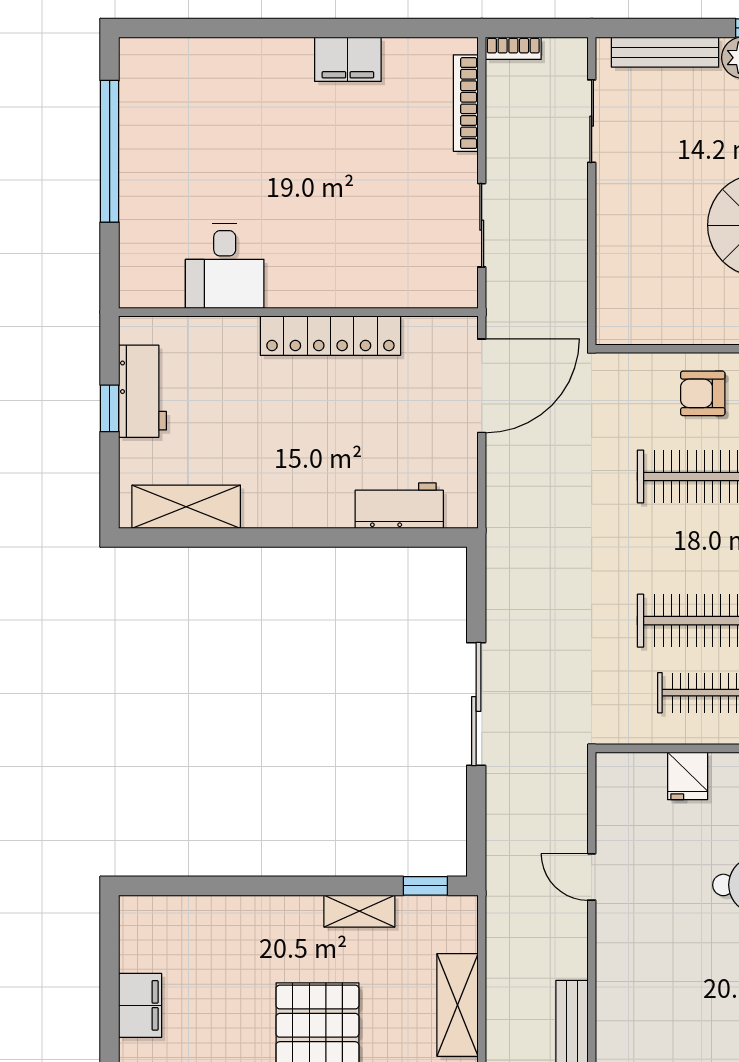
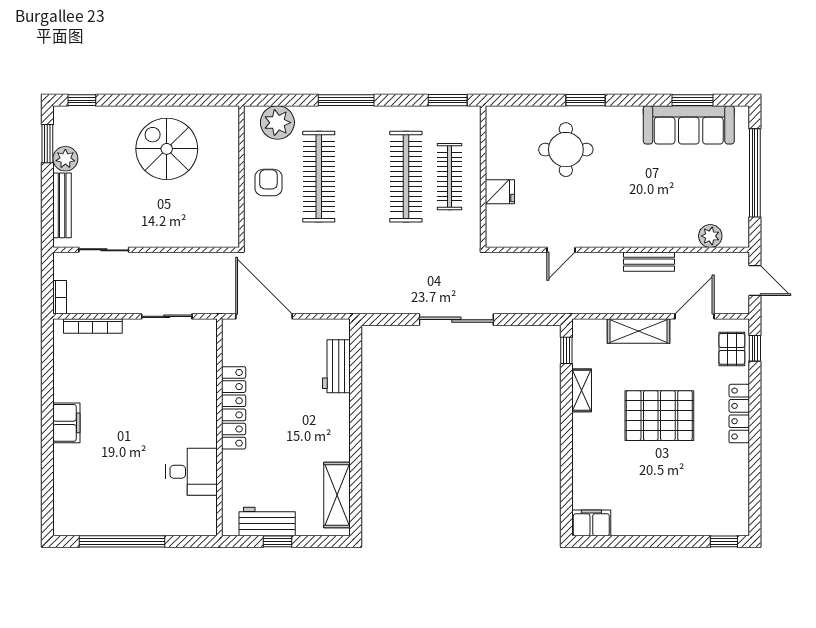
filing cabinet: (348, 59) -> (66, 423), moved
armchair: (703, 393) -> (268, 183), turned 180
filing cabinet: (140, 1005) -> (591, 523), moved

